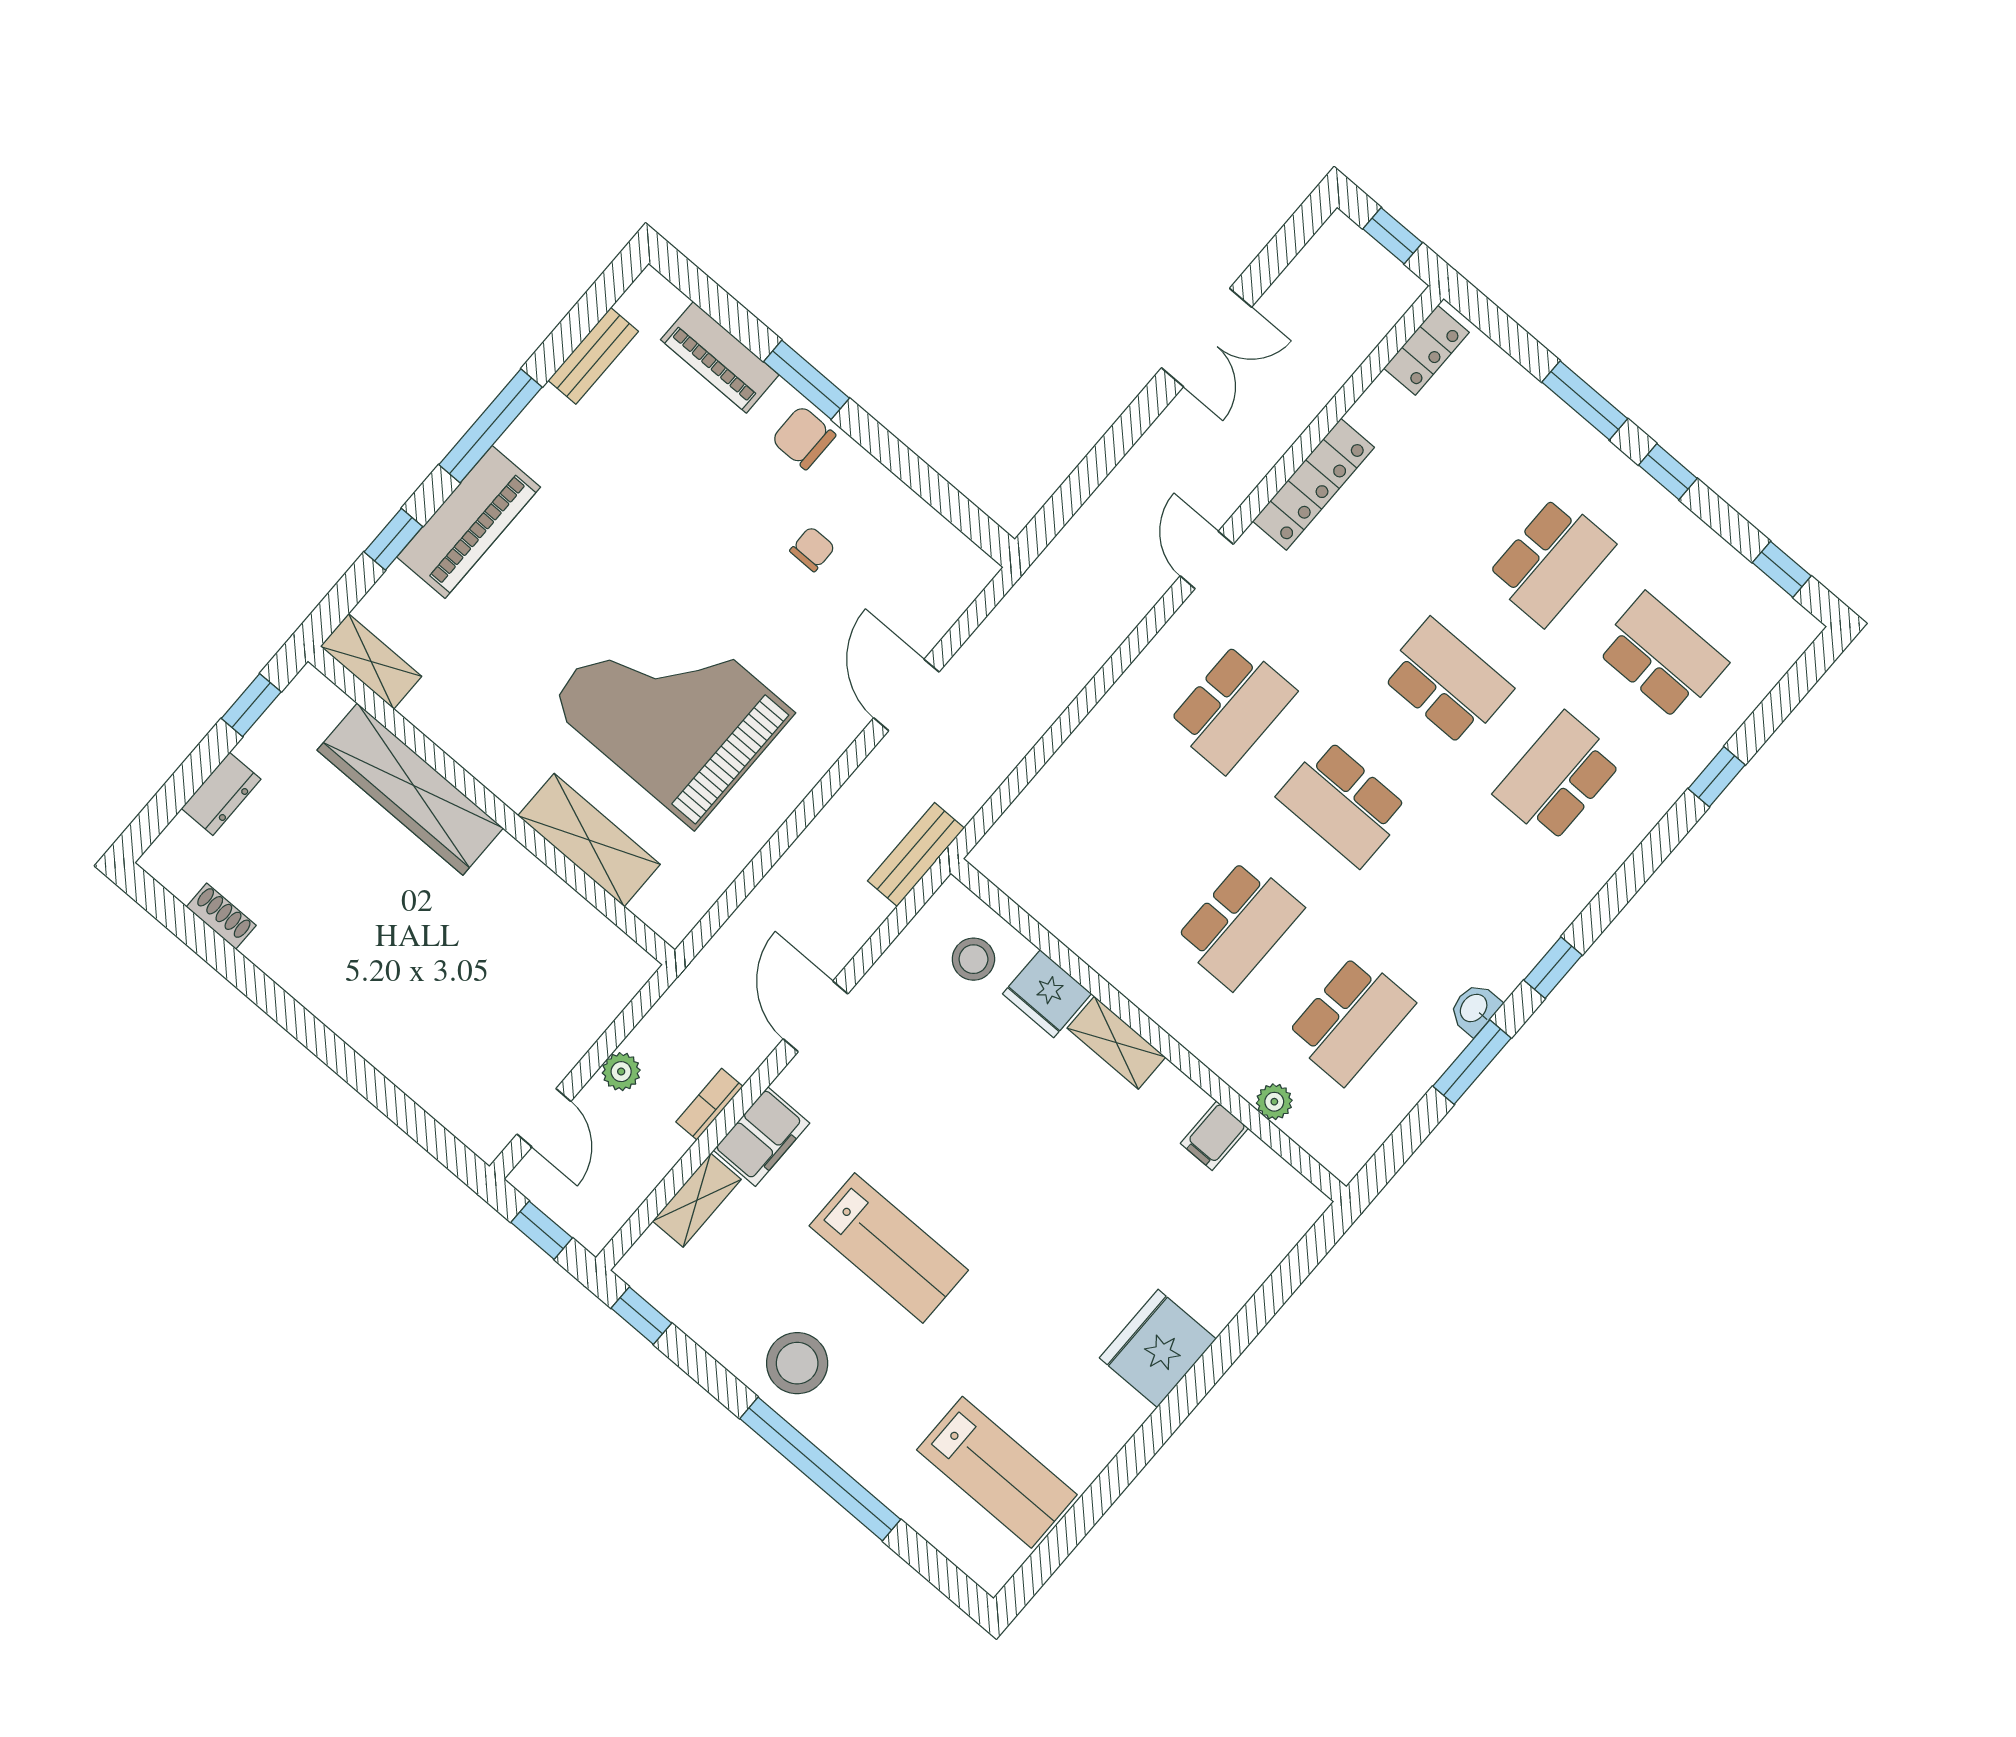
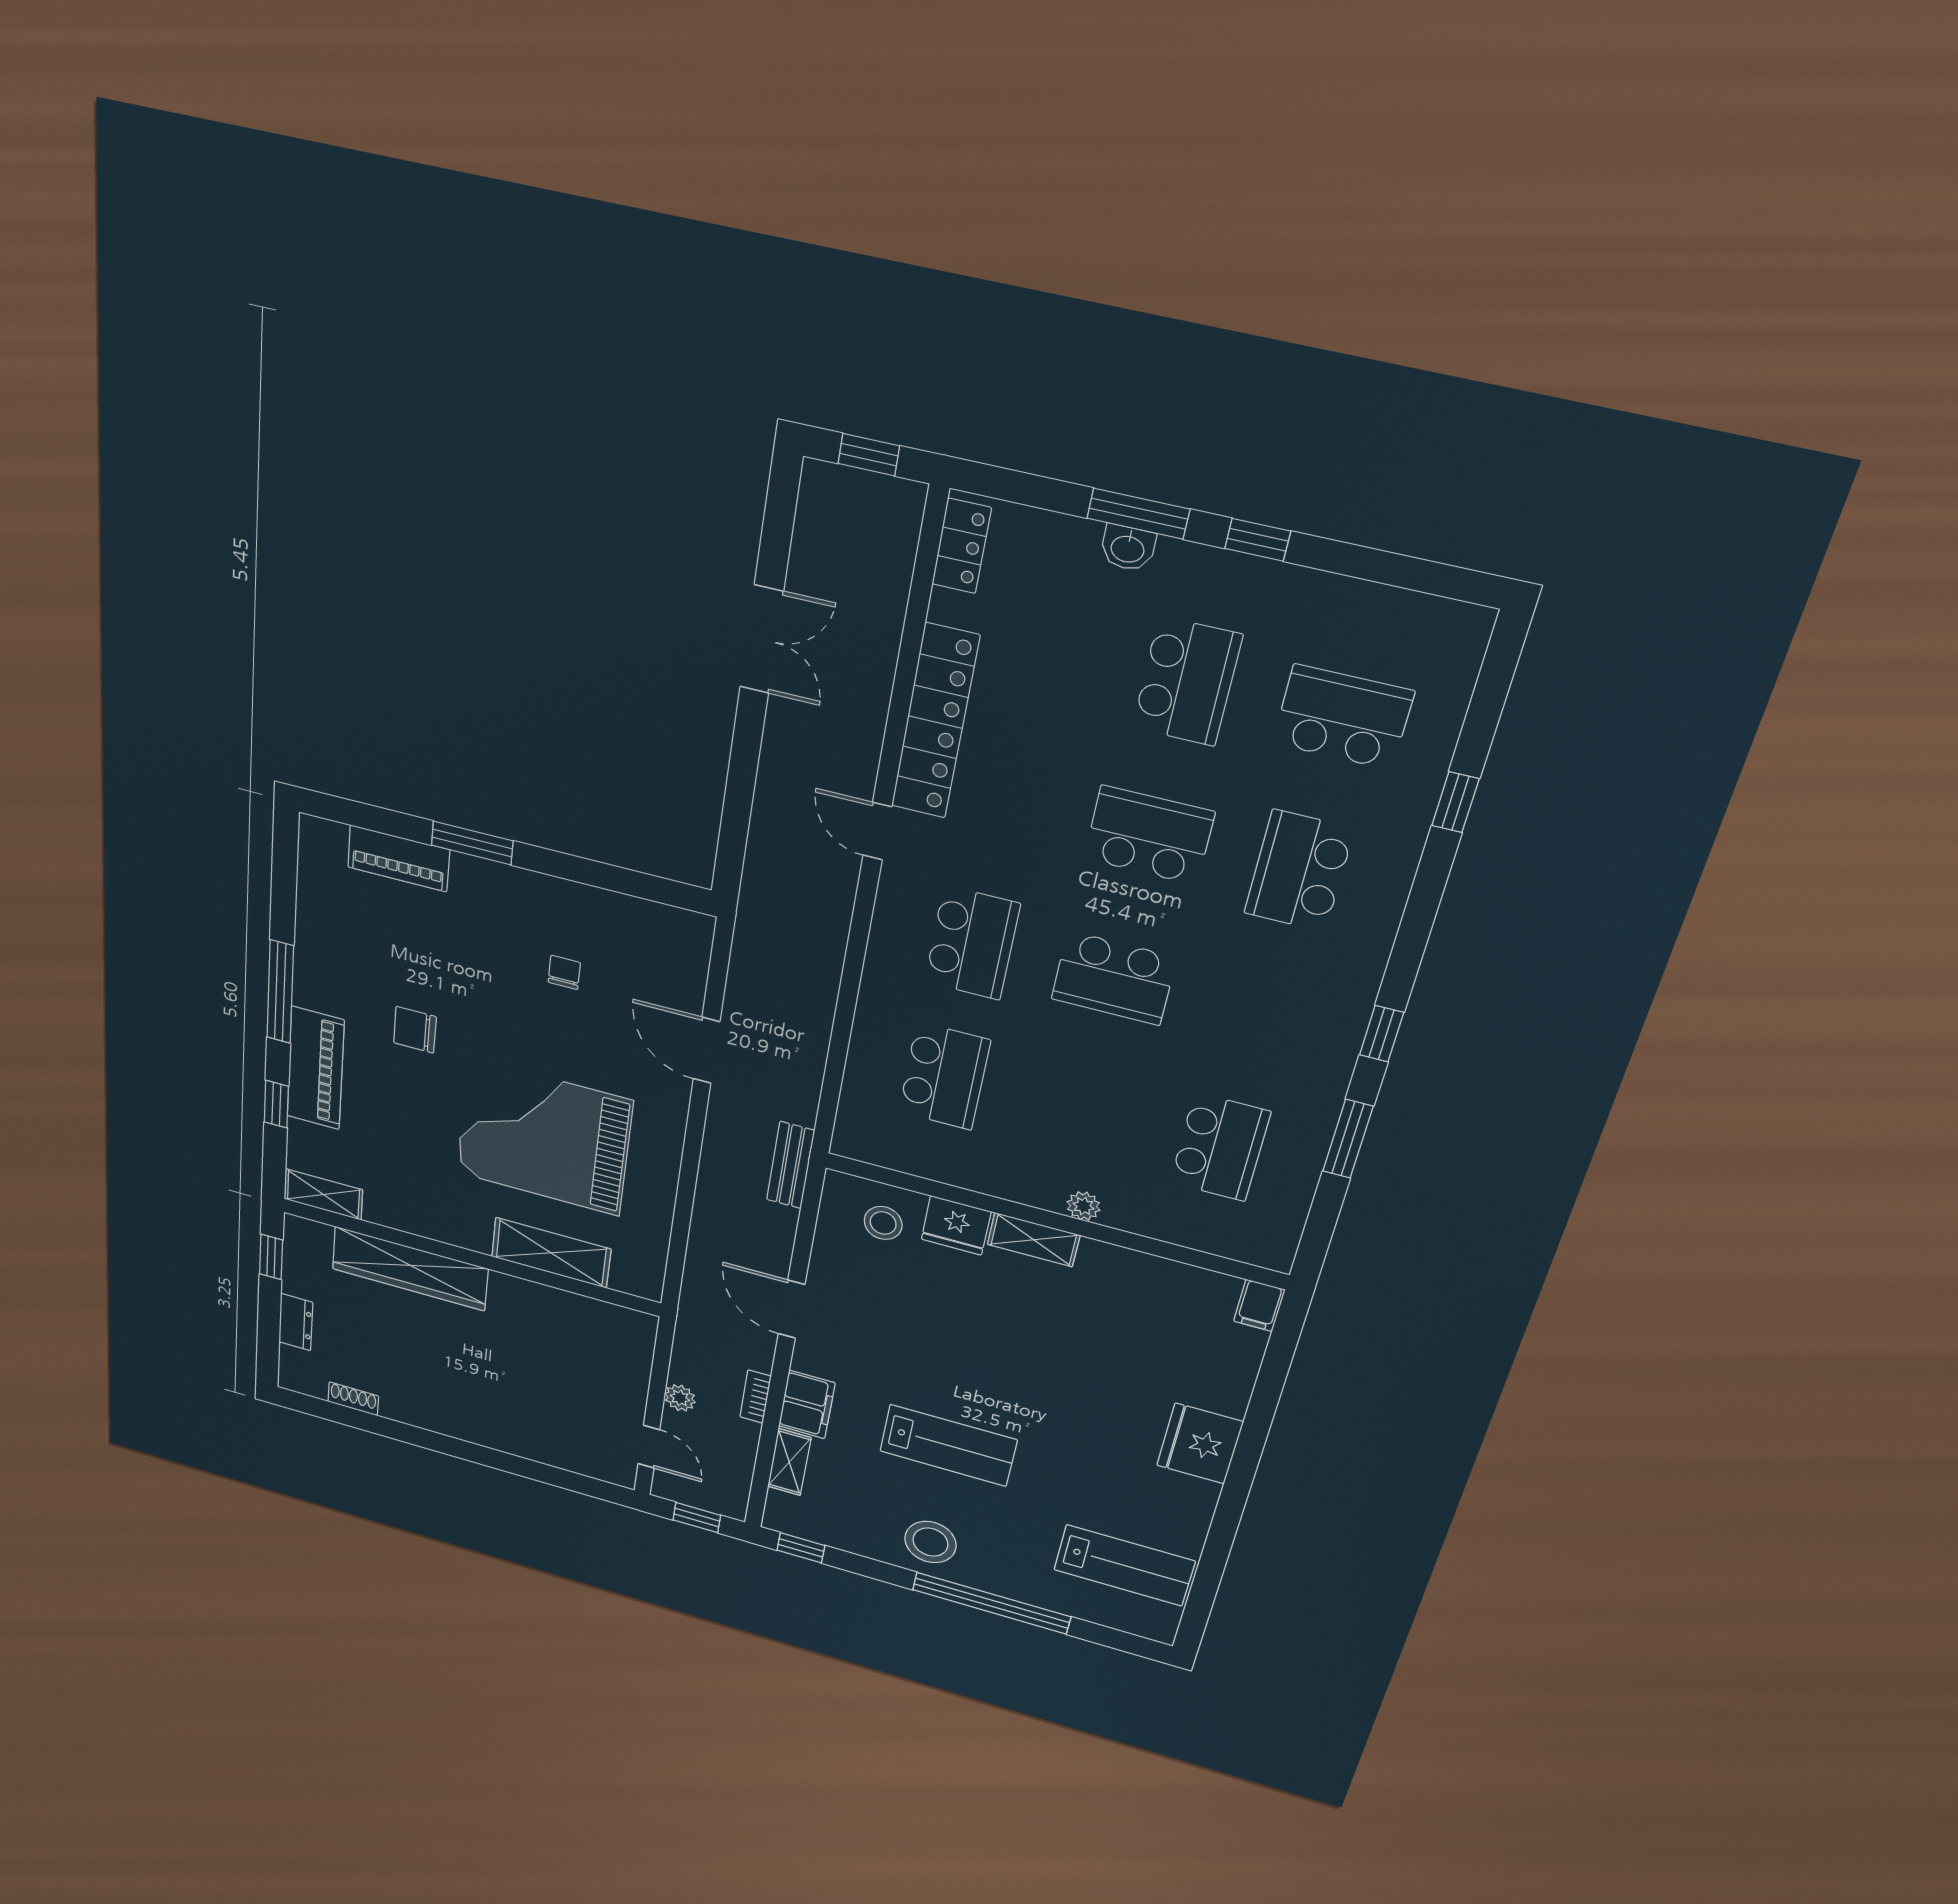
bench: (593, 356) -> (311, 904), removed
chair: (804, 438) -> (415, 1030), moved
locker: (1313, 484) -> (935, 722), width x1.41, depth x1.21
window: (1782, 569) -> (1424, 576), removed
school desk: (1239, 924) -> (944, 1076), moved
washbasin: (1474, 1009) -> (1128, 548), moved, turned -90
plant: (1274, 1102) -> (1083, 1206), moved
filing cabinet: (1214, 1136) -> (1259, 1305), moved

